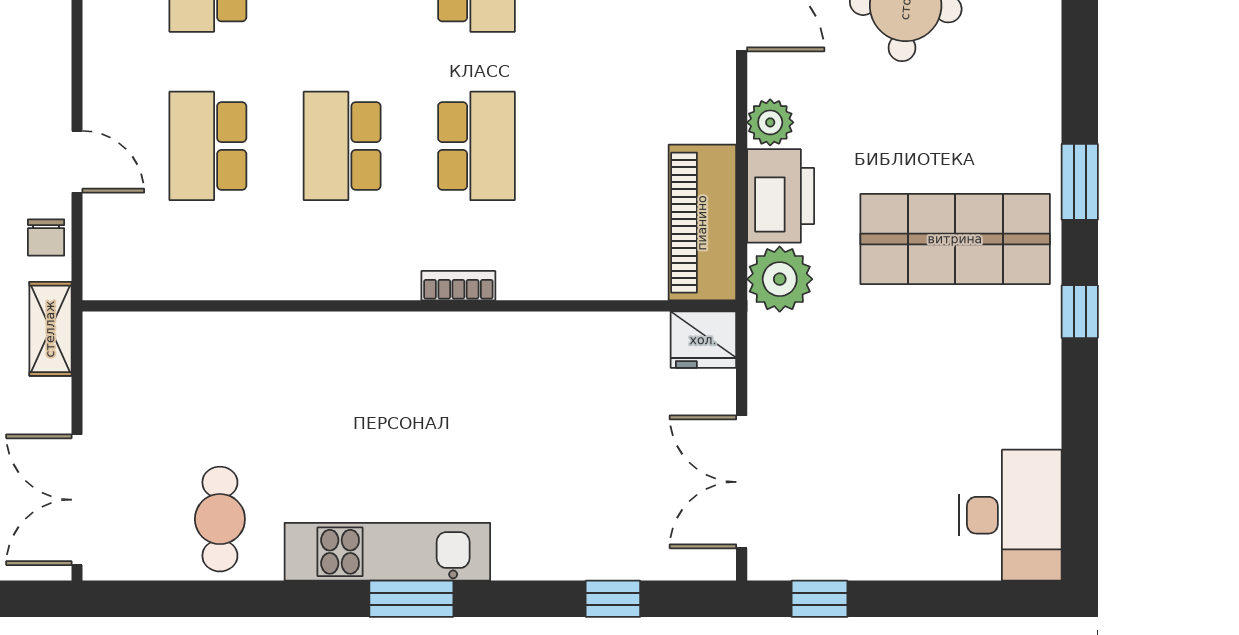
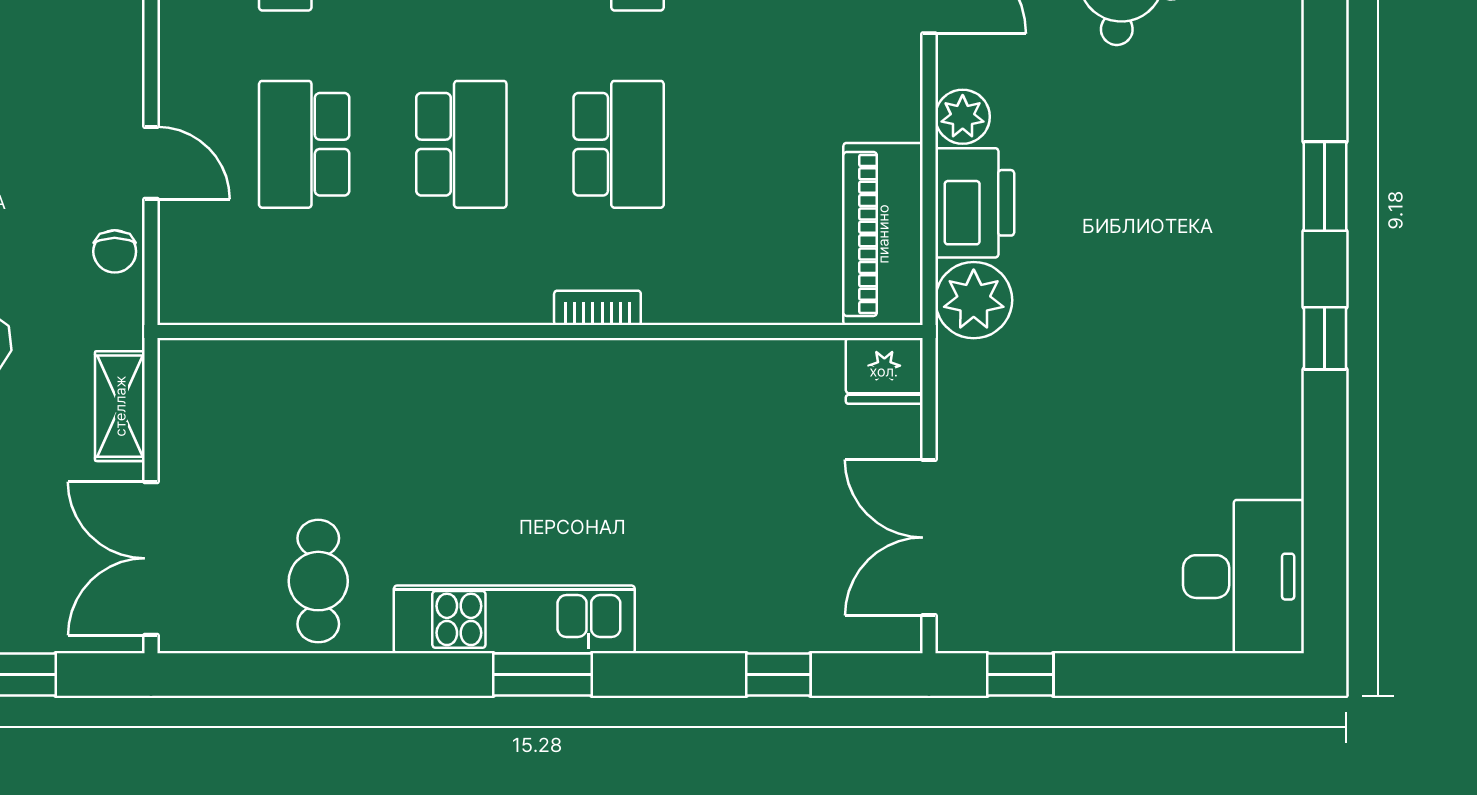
school desk: (342, 146) -> (461, 144), turned 180
shop shelf: (955, 239) -> (1179, 253), removed
shelving: (50, 329) -> (120, 406), moved

